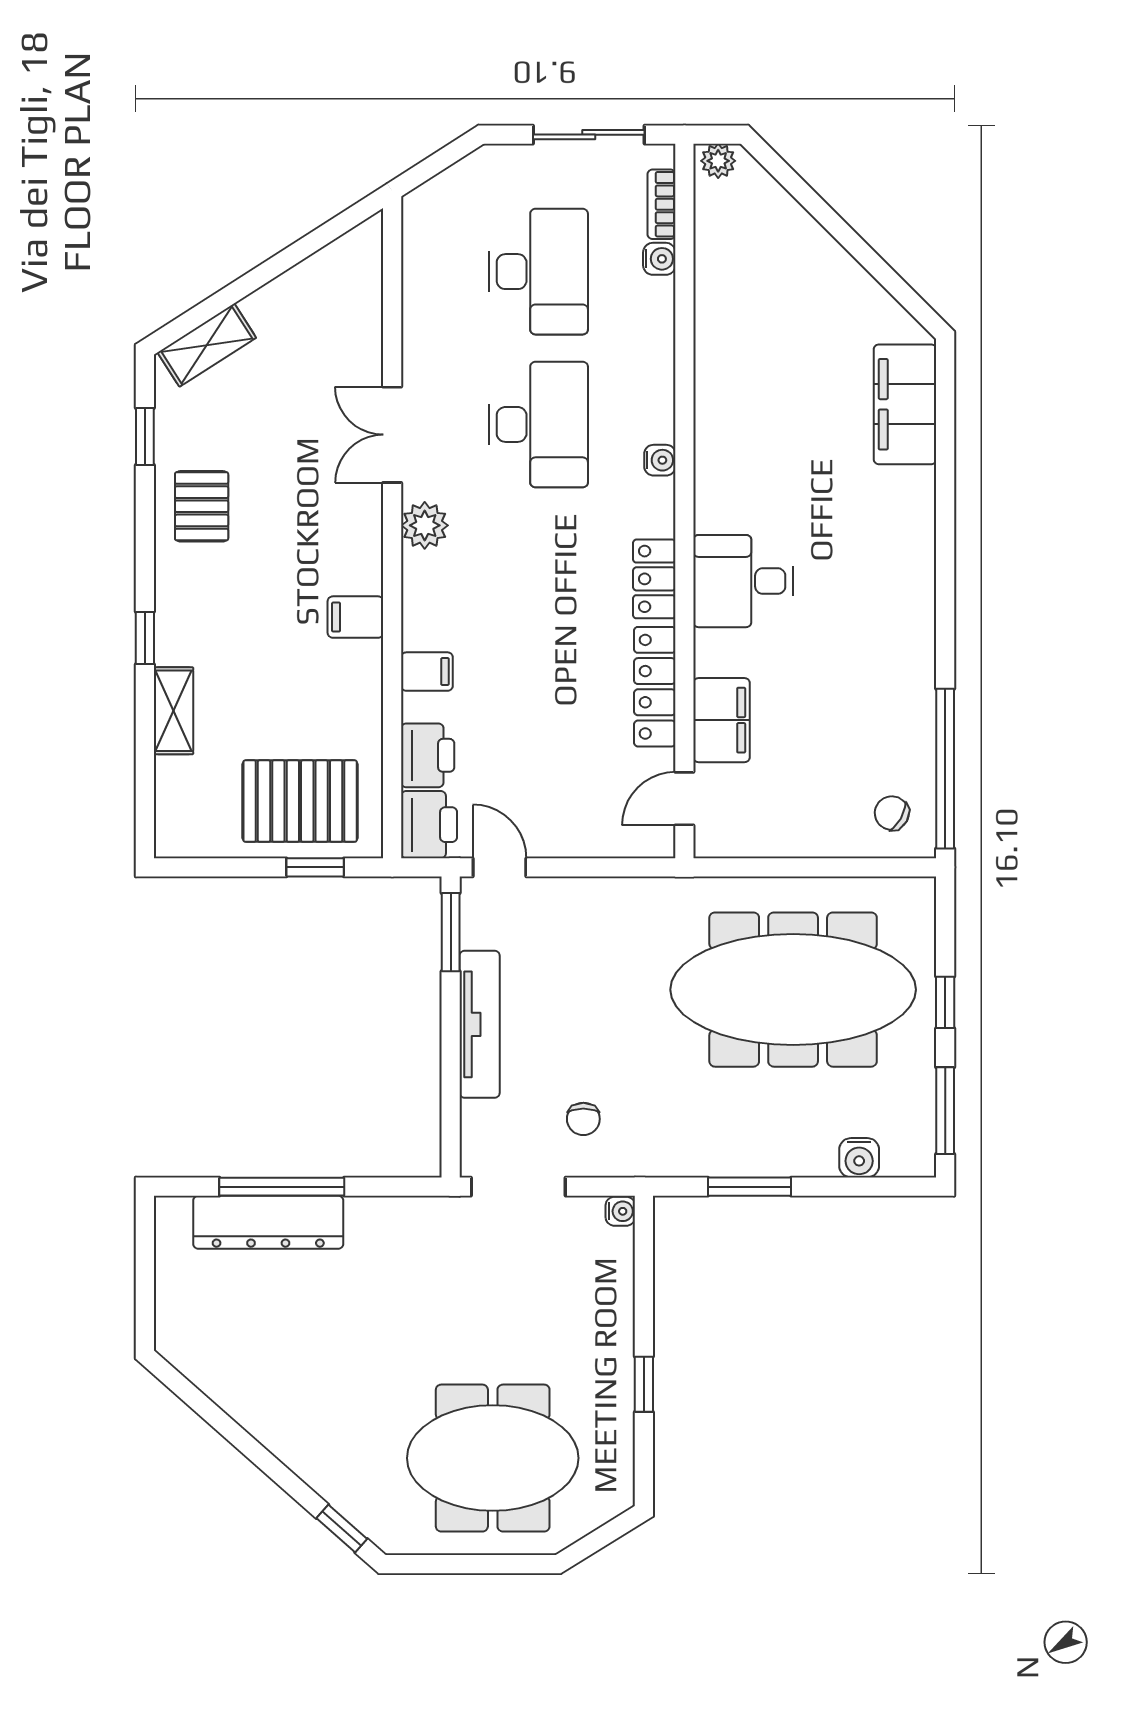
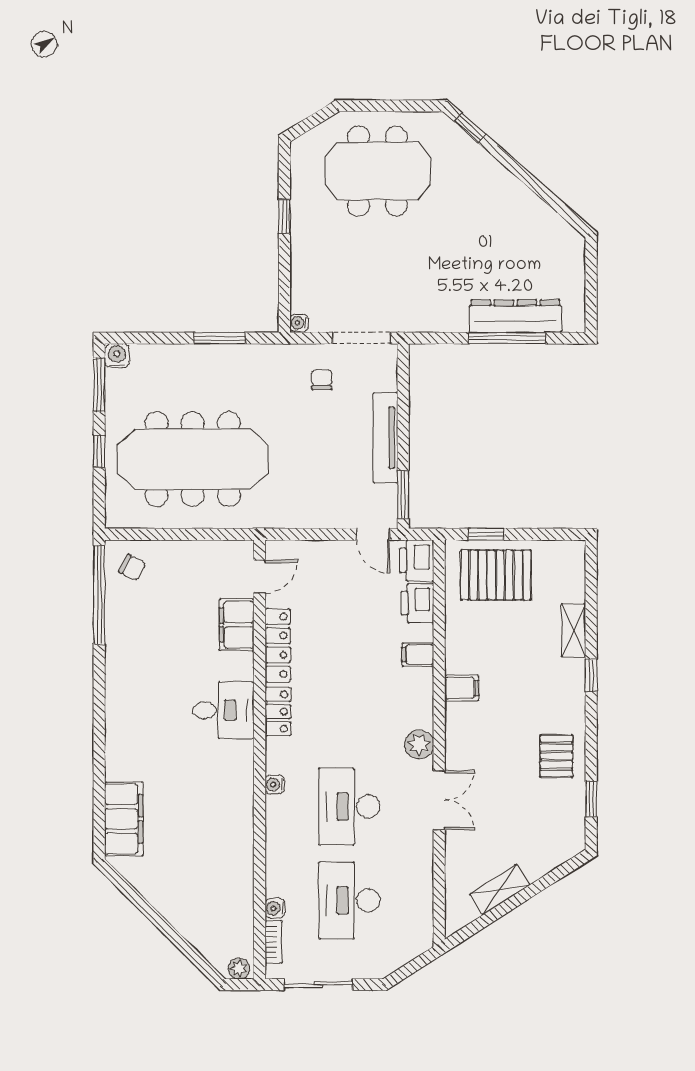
shelving: (207, 345) -> (500, 890), moved
water cooler: (859, 1158) -> (117, 356), moved

